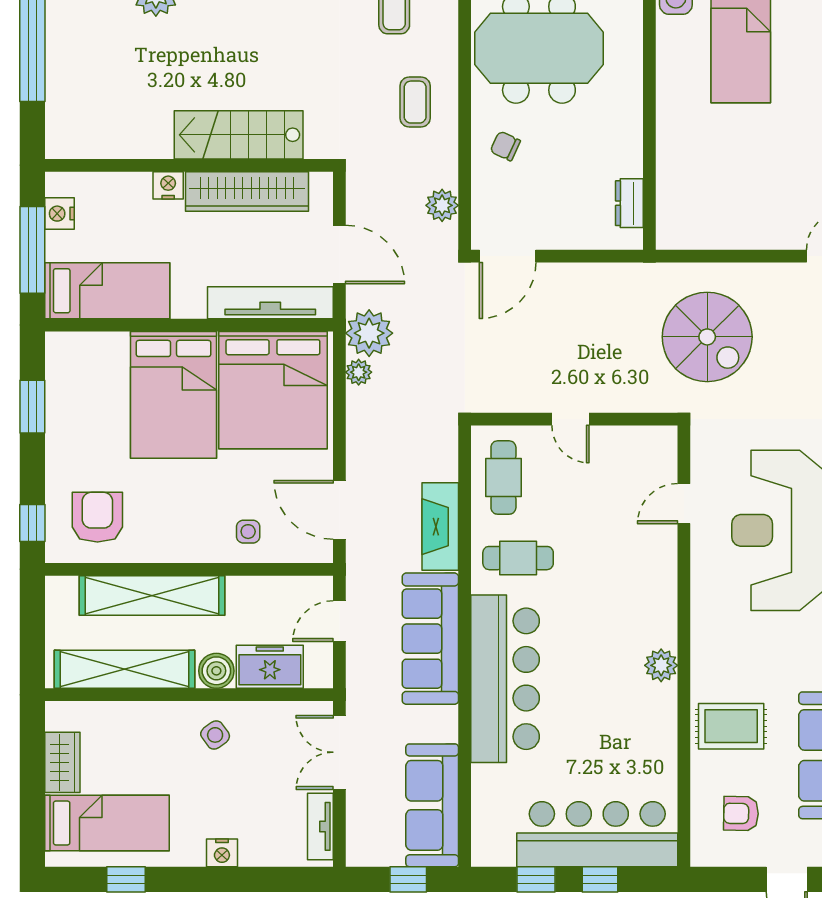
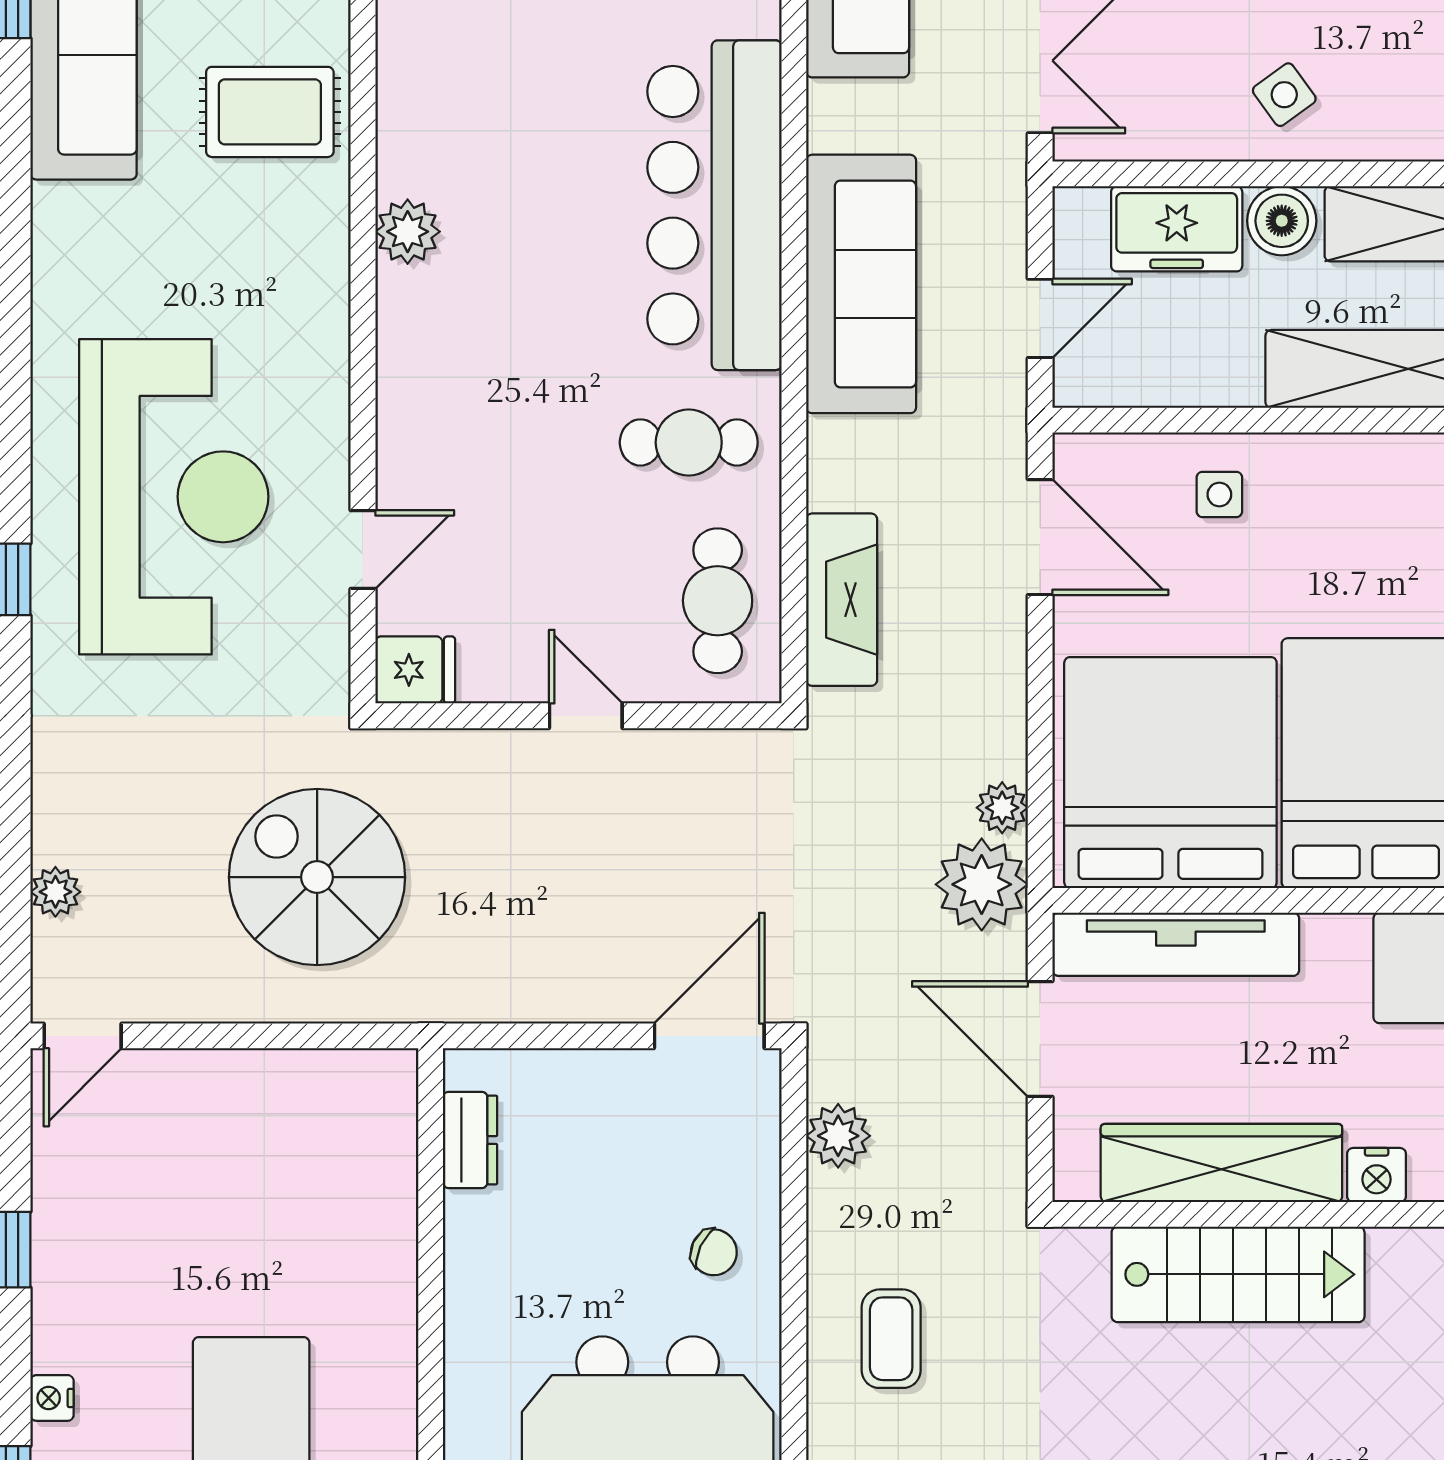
fridge: (657, 442) -> (415, 670), added
fireplace: (440, 527) -> (842, 600), moved

